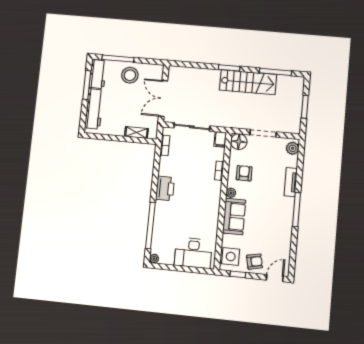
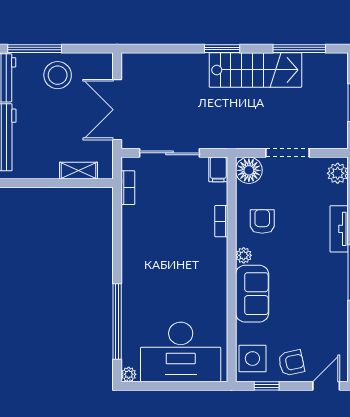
printer: (165, 188) -> (135, 259), removed
desk: (193, 253) -> (181, 352), width x1.36, depth x1.30

